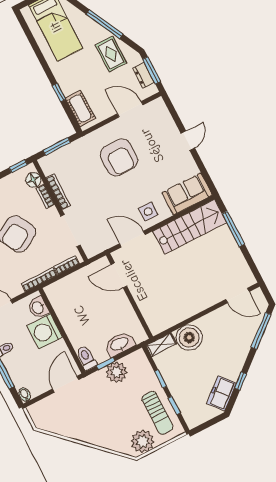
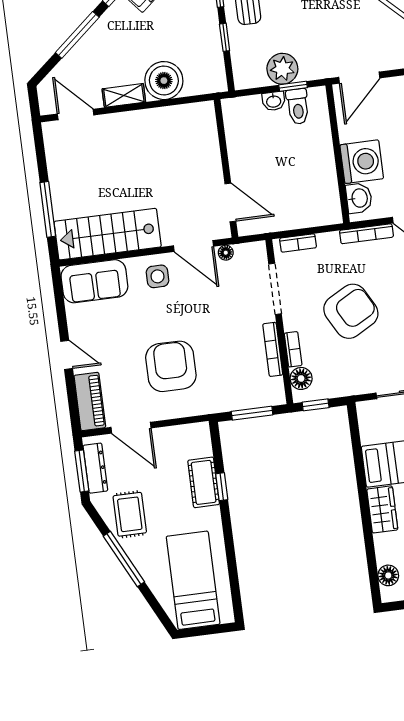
dresser: (144, 75) -> (95, 468), width x1.44
cot: (80, 108) -> (204, 482), moved
piano: (162, 116) -> (90, 401), added
door: (188, 141) -> (67, 355), swing flipped
floor lamp: (110, 242) -> (226, 253), added
bookcase: (39, 280) -> (366, 234), moved
window: (261, 331) -> (77, 35), moved
washbasin: (120, 344) -> (274, 101), width x0.52, depth x0.69
shelving: (161, 345) -> (124, 95), moved
toilet: (86, 358) -> (298, 106), moved

